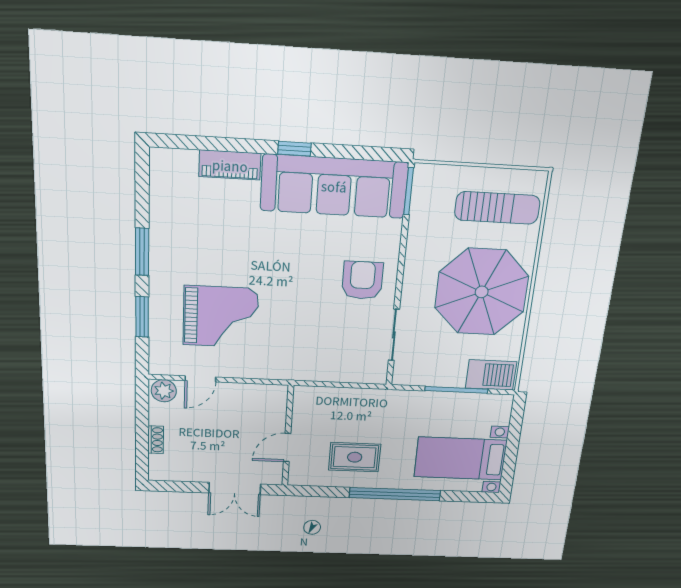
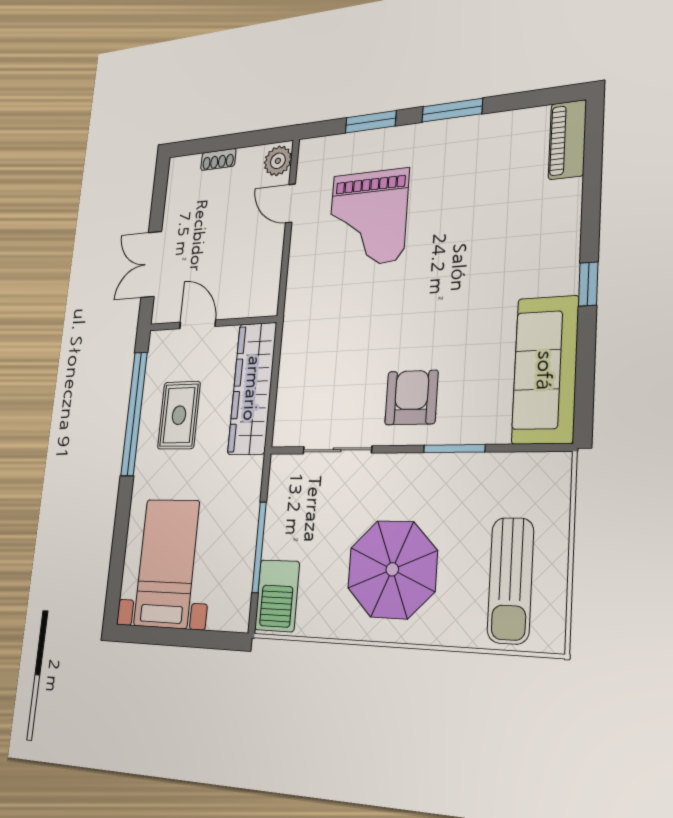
piano: (230, 165) -> (567, 140), moved
sofa: (334, 186) -> (545, 370), width x0.74, depth x0.79
window: (409, 191) -> (454, 449), moved
armchair: (362, 280) -> (411, 397), turned -90
parasol: (482, 292) -> (392, 569), width x0.73, depth x0.73
wardrobe: (341, 402) -> (252, 388), added
window: (395, 494) -> (134, 414), moved

